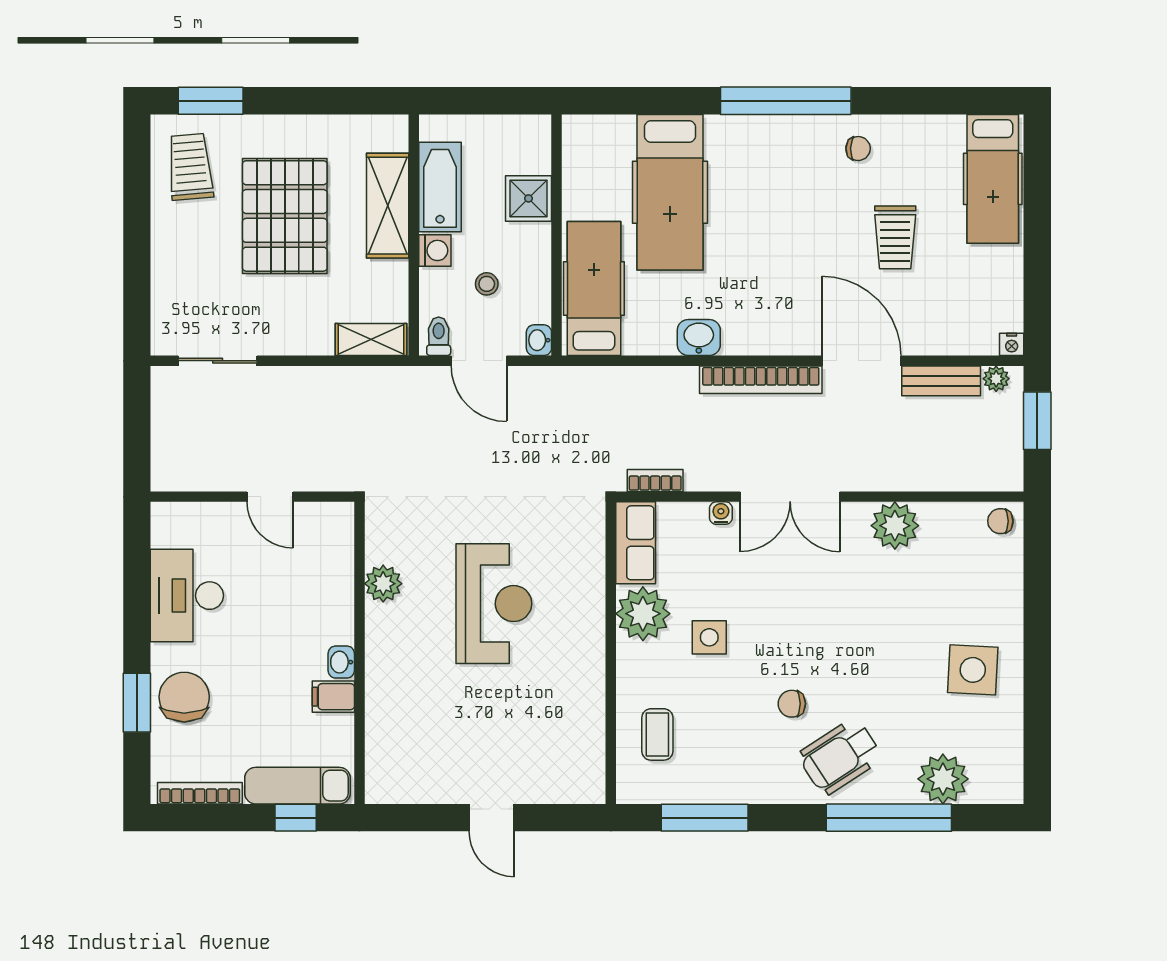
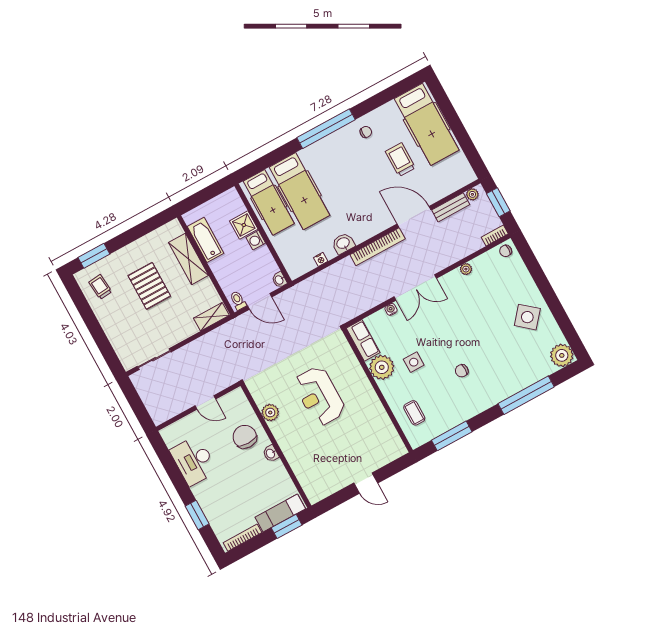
trolley: (190, 167) -> (100, 287), width x0.73, depth x0.72
hospital bed: (993, 179) -> (427, 124), width x1.37, depth x1.29
pallet: (285, 216) -> (149, 286), width x0.73, depth x0.71
trolley: (895, 237) -> (400, 160), turned 180
washing machine: (435, 250) -> (256, 240), moved, turned 180
stool: (487, 284) -> (246, 269), removed
hospital bed: (594, 289) -> (269, 202), moved, turned 180
nightstand: (1012, 344) -> (321, 259), moved
bookcase: (655, 480) -> (495, 235), moved
plant: (895, 526) -> (466, 269), width x0.53, depth x0.53
reception desk: (494, 604) -> (319, 396), turned 180
side table: (973, 670) -> (527, 317), turned 37
chair: (184, 697) -> (245, 437), moved
filing cabinet: (333, 697) -> (275, 469), removed
wheelchair: (840, 757) -> (493, 381), removed
plant: (943, 779) -> (562, 355), moved
window: (296, 818) -> (287, 526), width x1.50

